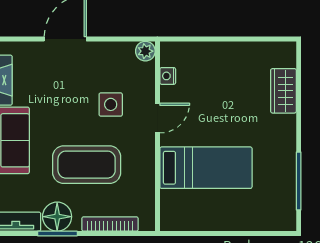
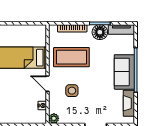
door: (157, 118) -> (48, 84), hinge flipped
coffee table: (87, 165) -> (71, 57), moved

